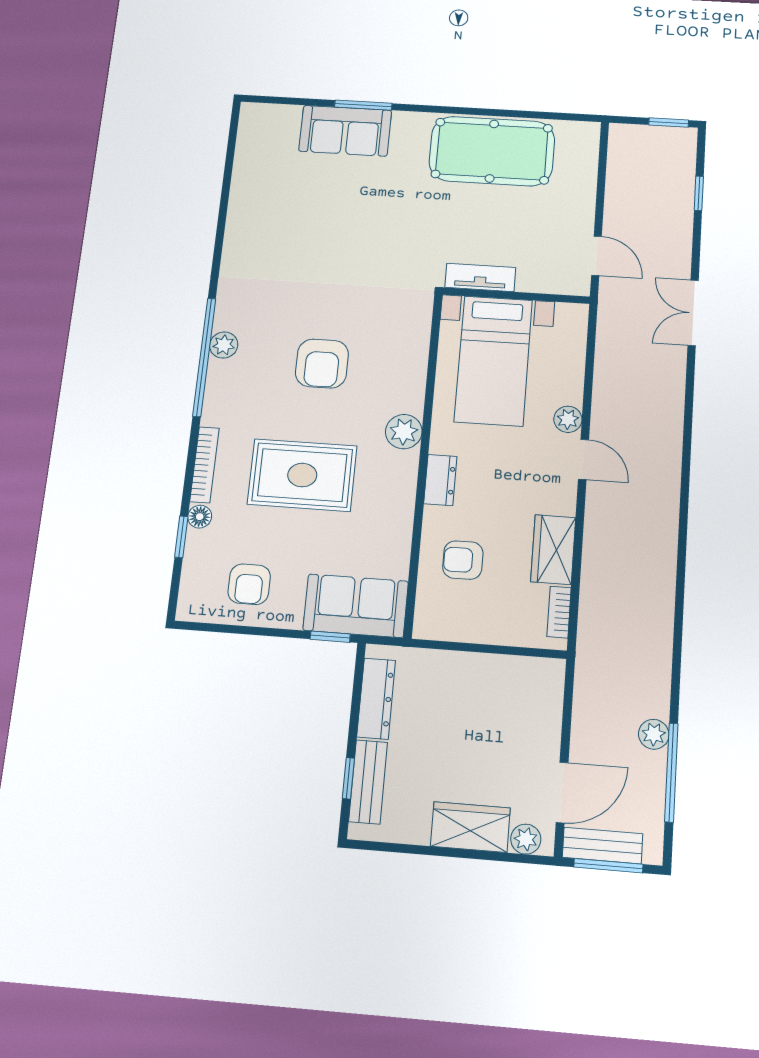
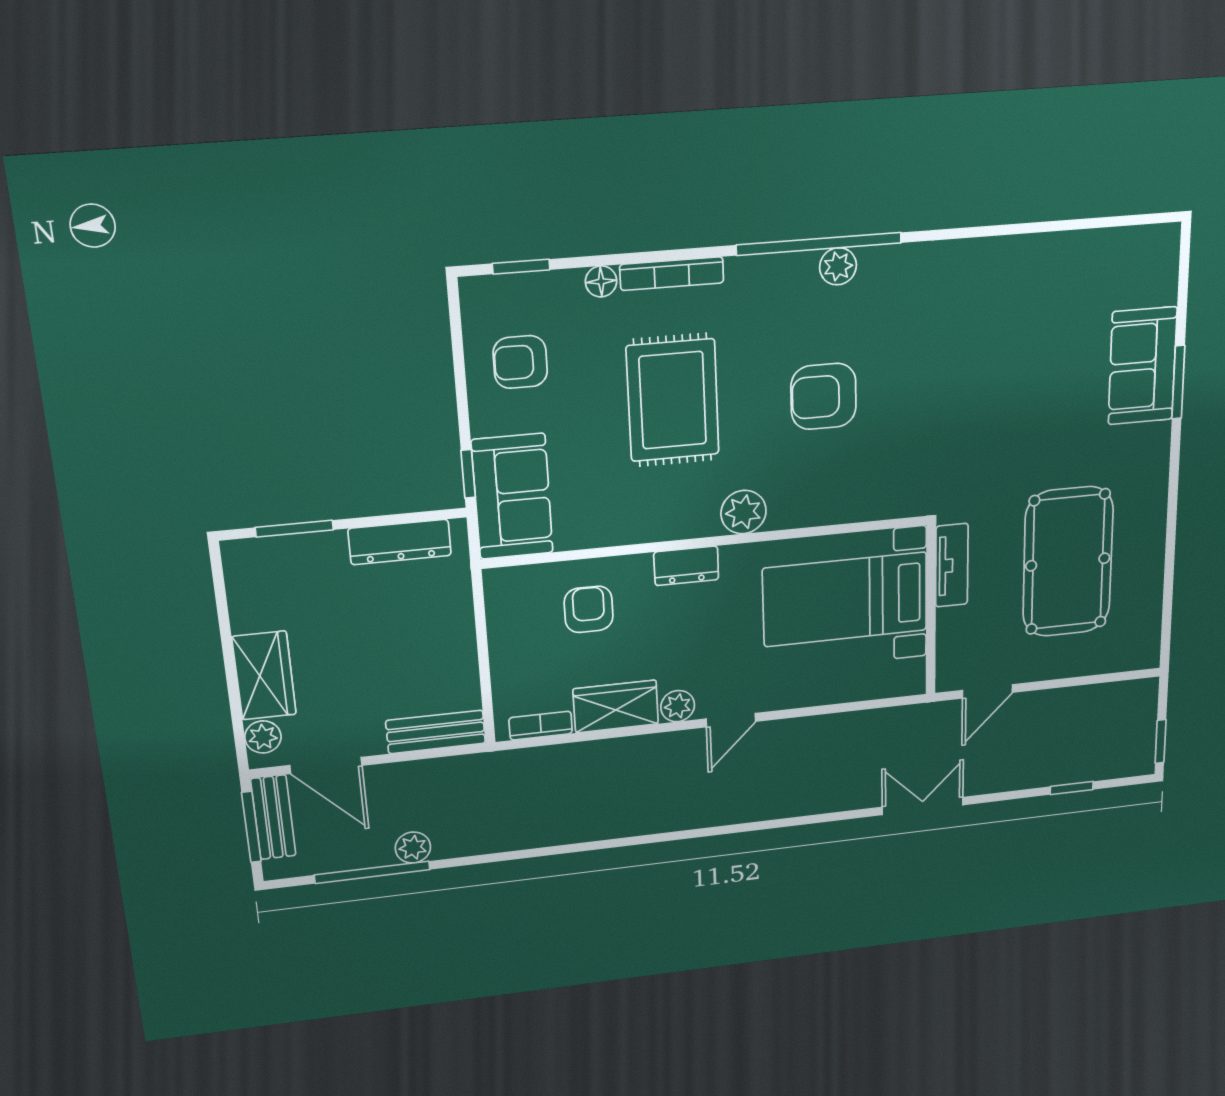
pool table: (492, 151) -> (1068, 562), moved
plant: (568, 419) -> (678, 706), moved
window: (181, 537) -> (521, 267), moved
window: (348, 778) -> (294, 529), width x1.50
bench: (368, 782) -> (436, 732), moved

